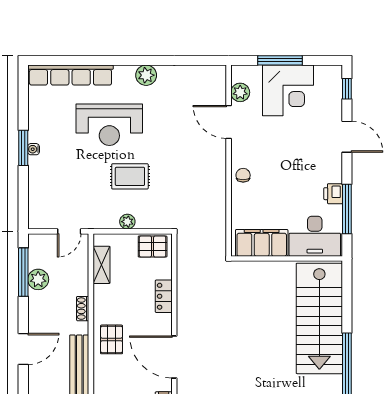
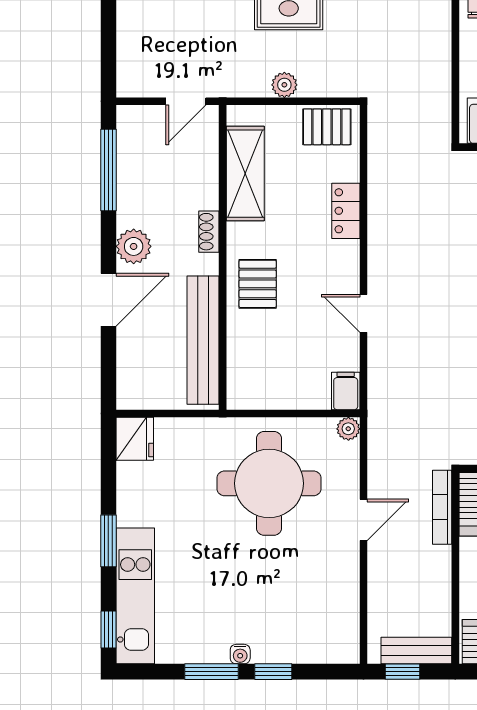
shelving: (101, 265) -> (245, 174), width x1.50, depth x1.33
plant: (38, 279) -> (134, 246), moved
door: (174, 357) -> (364, 313), width x0.53

